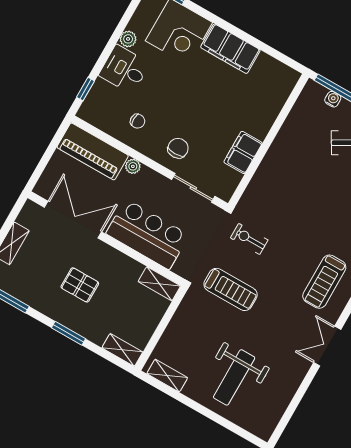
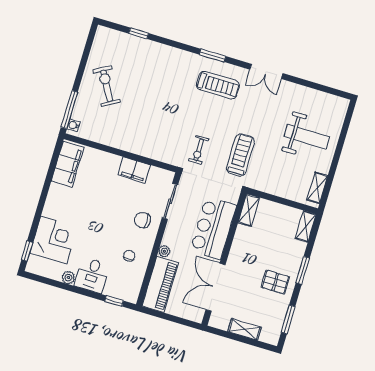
filing cabinet: (230, 49) -> (68, 164), moved
water cooler: (333, 99) -> (73, 125), moved
pallet: (80, 285) -> (275, 282), moved, turned 90

